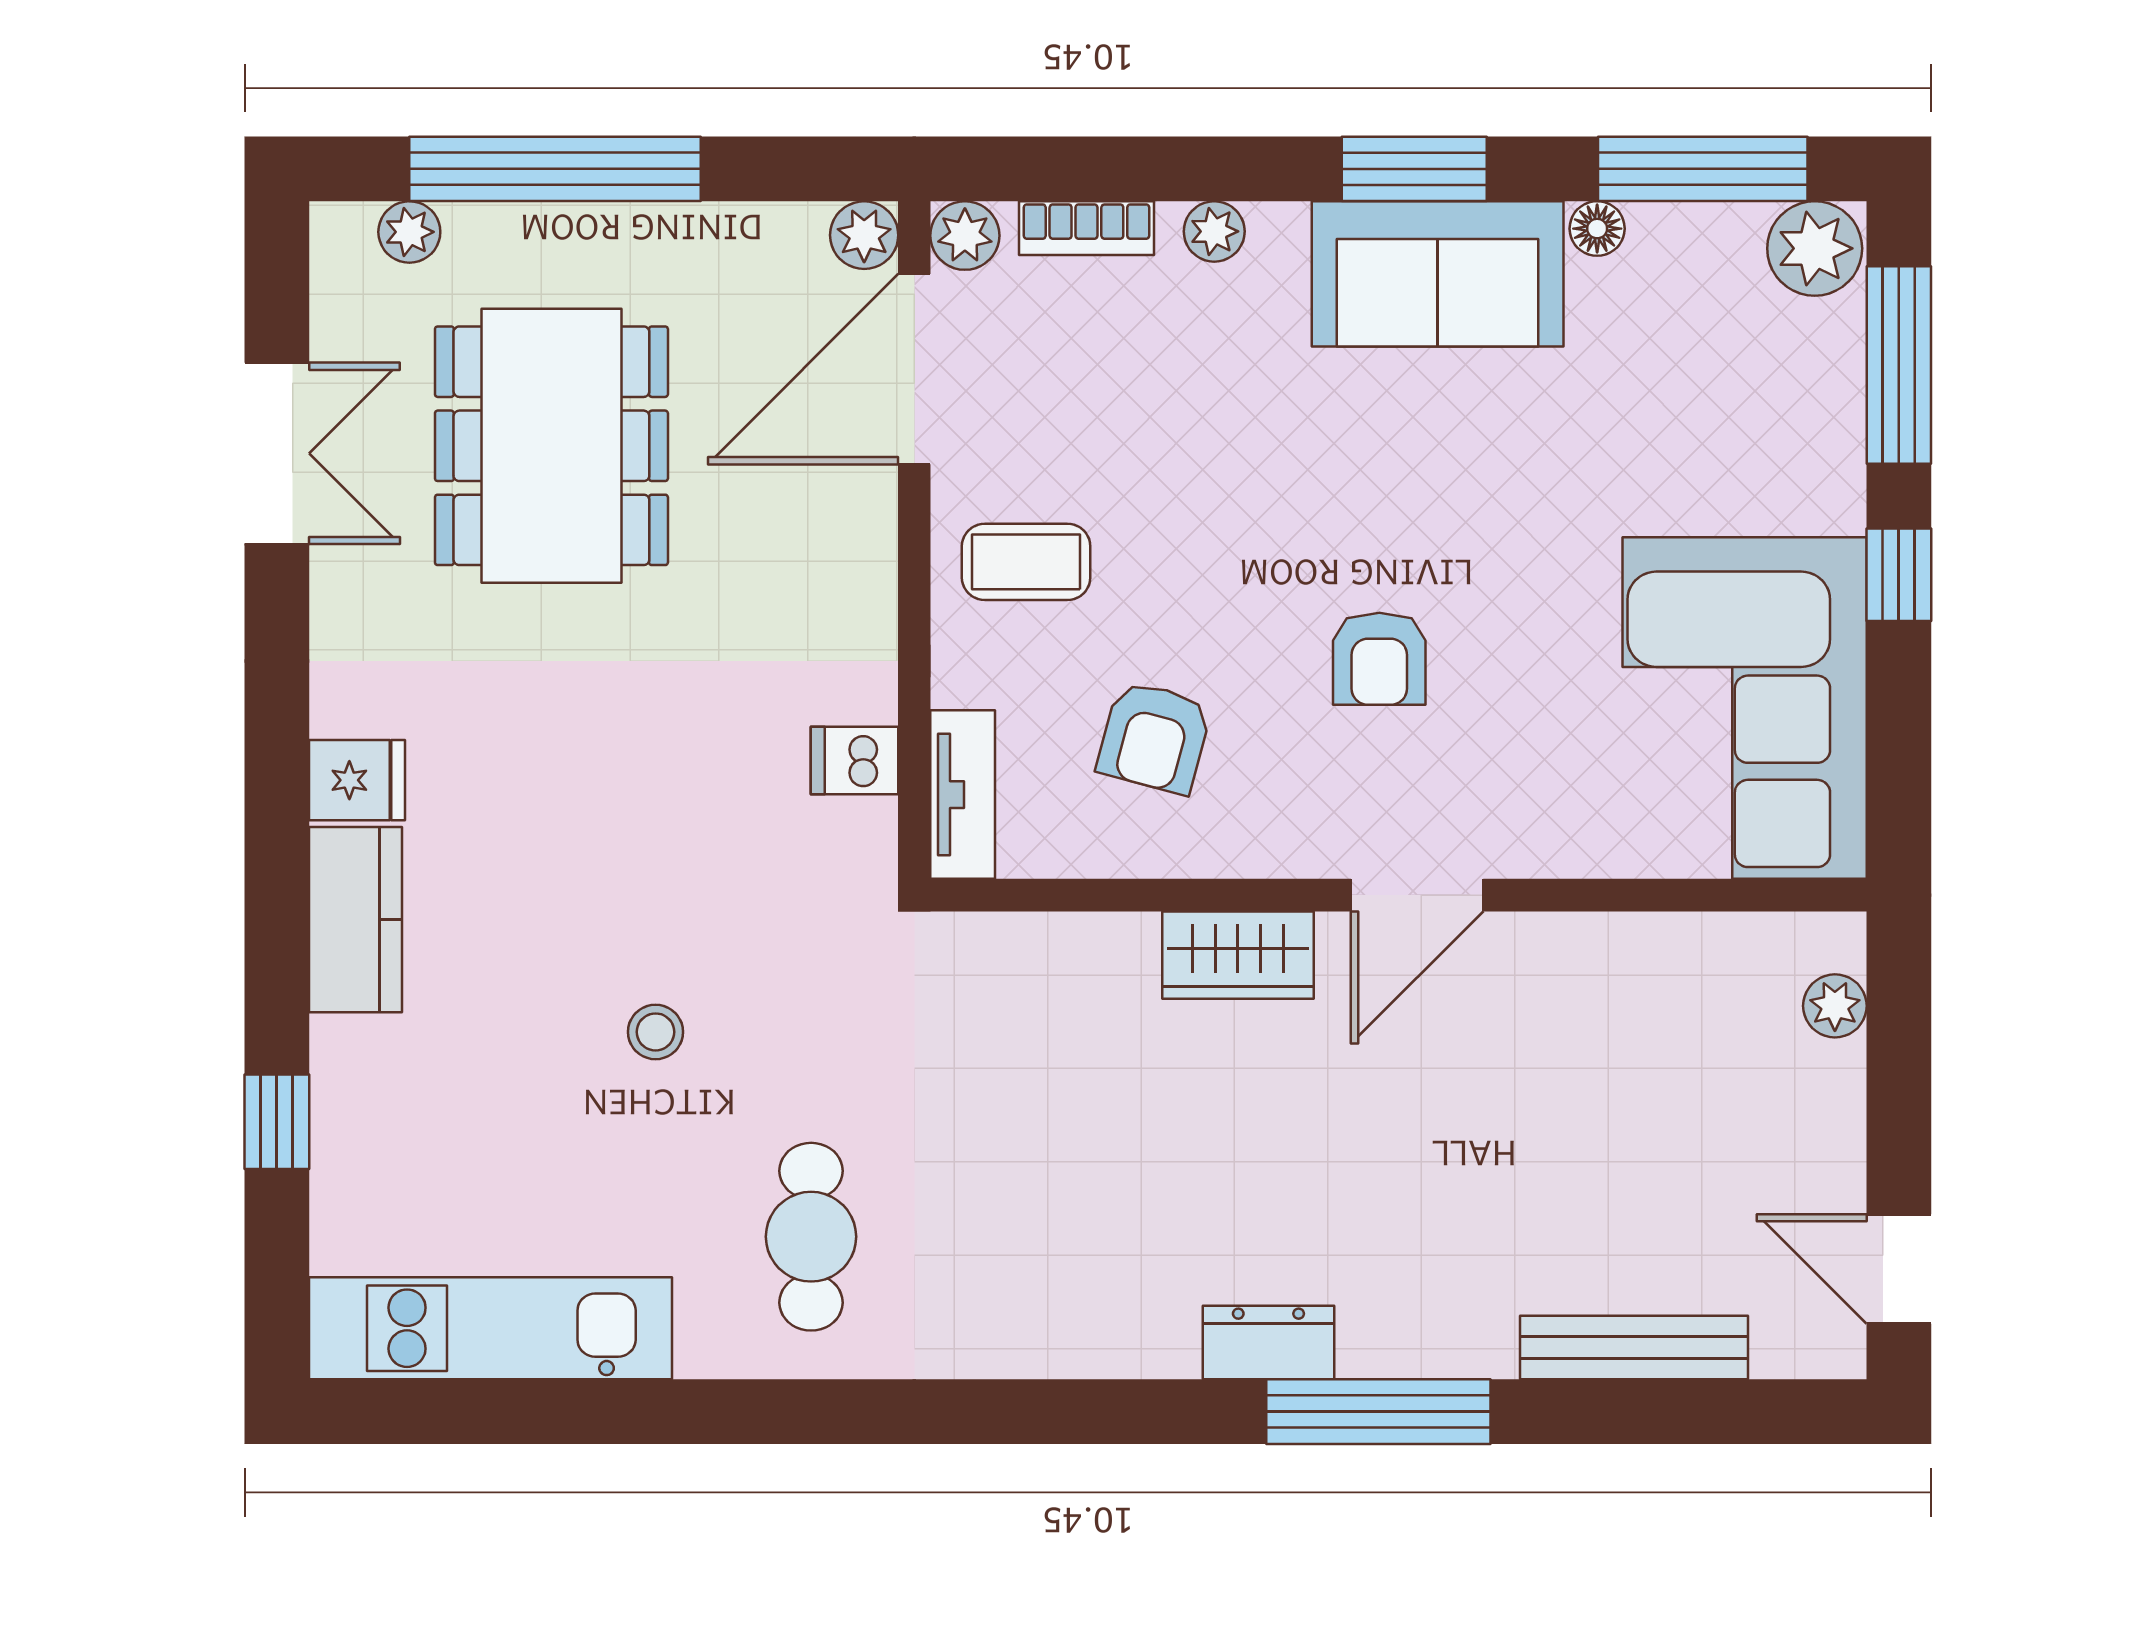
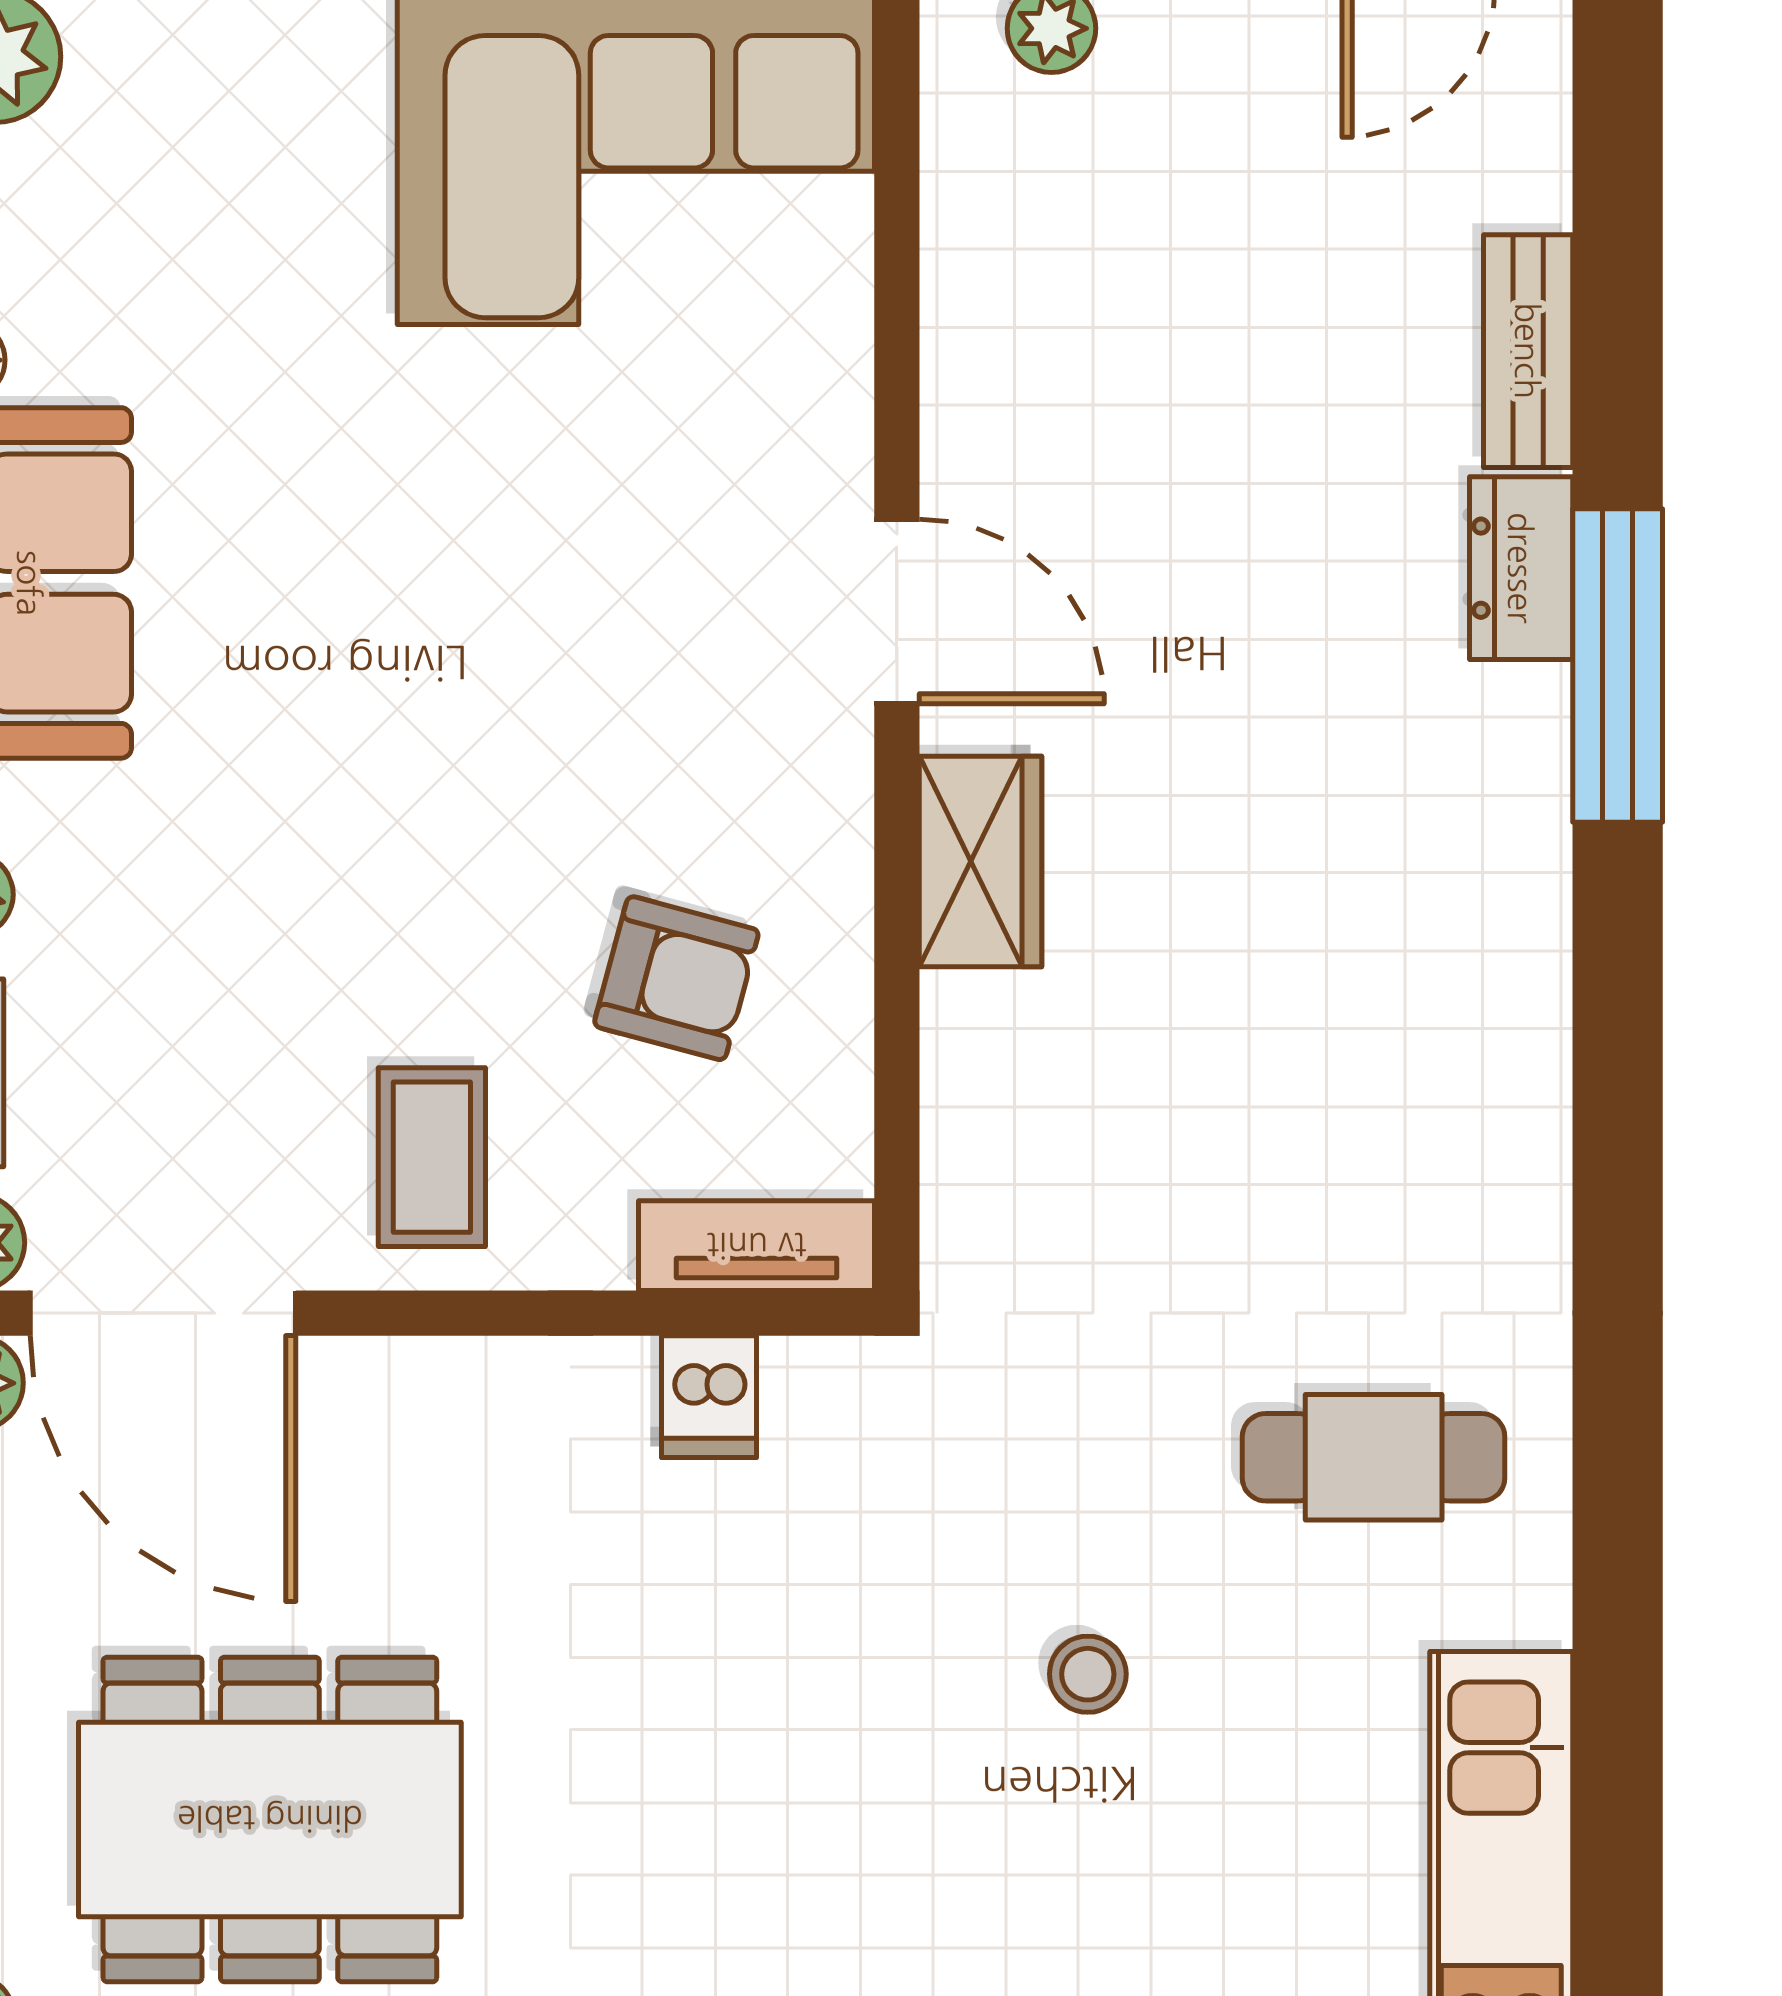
armchair: (1379, 659) -> (567, 664), removed
dresser: (1268, 1342) -> (1521, 568), moved
bench: (1634, 1347) -> (1528, 351), width x0.73

